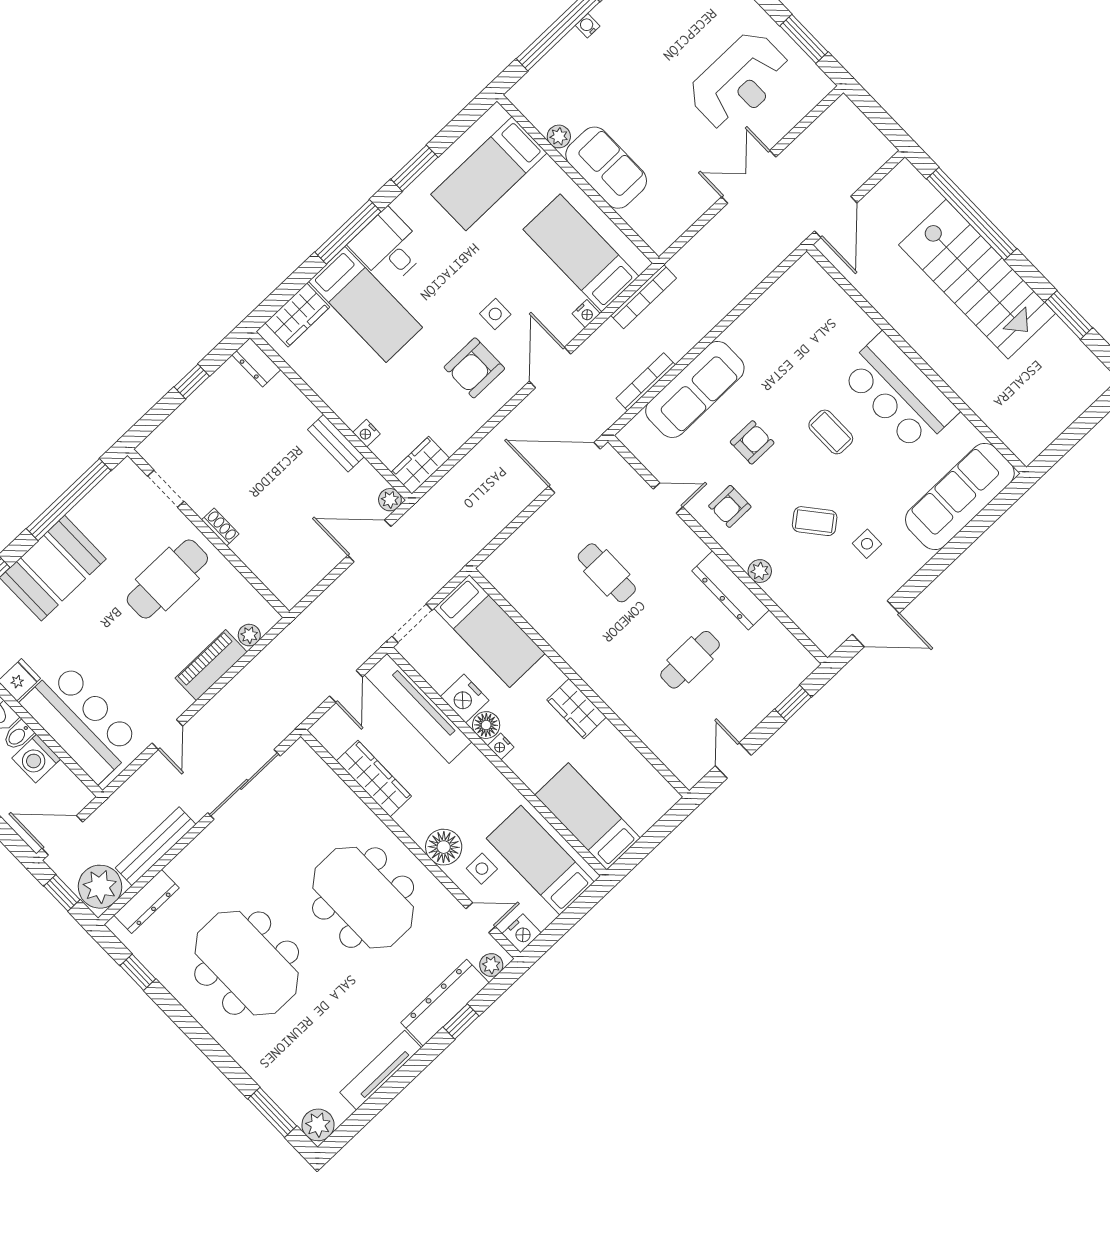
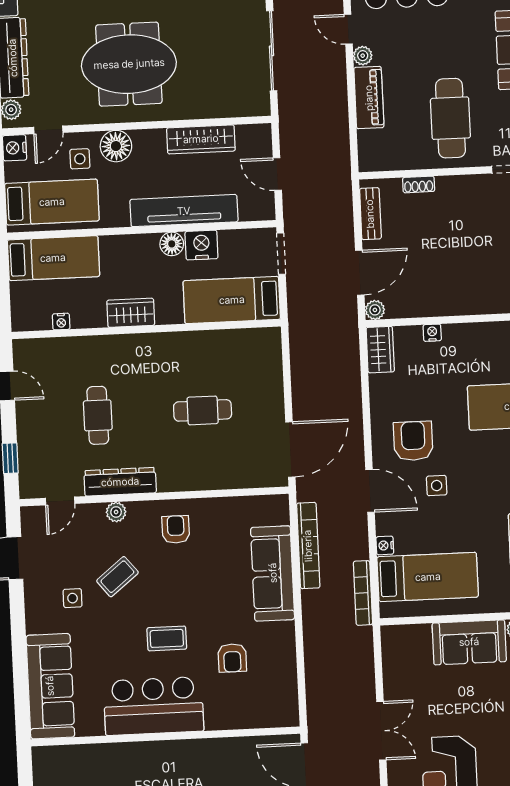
bookcase: (646, 382) -> (308, 546), width x1.48, depth x1.31
armchair: (752, 442) -> (232, 658), moved
bench: (336, 443) -> (370, 214), moved, turned 90
door: (668, 498) -> (60, 501), moved
shoe rack: (220, 527) -> (419, 184), moved
plant: (249, 635) -> (363, 56), moved
tv unit: (418, 708) -> (184, 211), moved
nightstand: (501, 746) -> (61, 322), moved, turned 180

